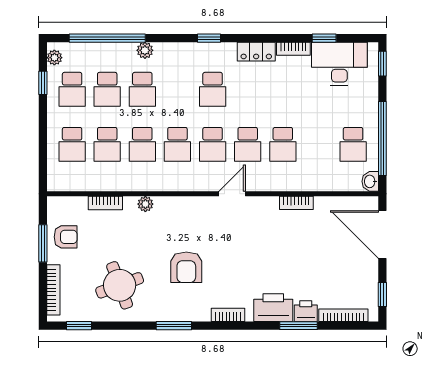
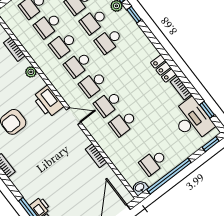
window: (209, 38) -> (134, 15), moved
window: (324, 38) -> (207, 110), moved
school desk: (213, 89) -> (109, 41), moved
printer: (273, 308) -> (48, 102), moved, turned 180

